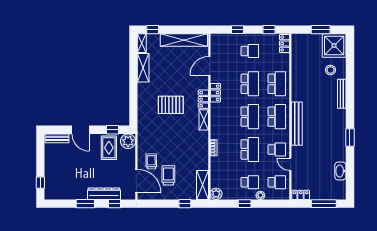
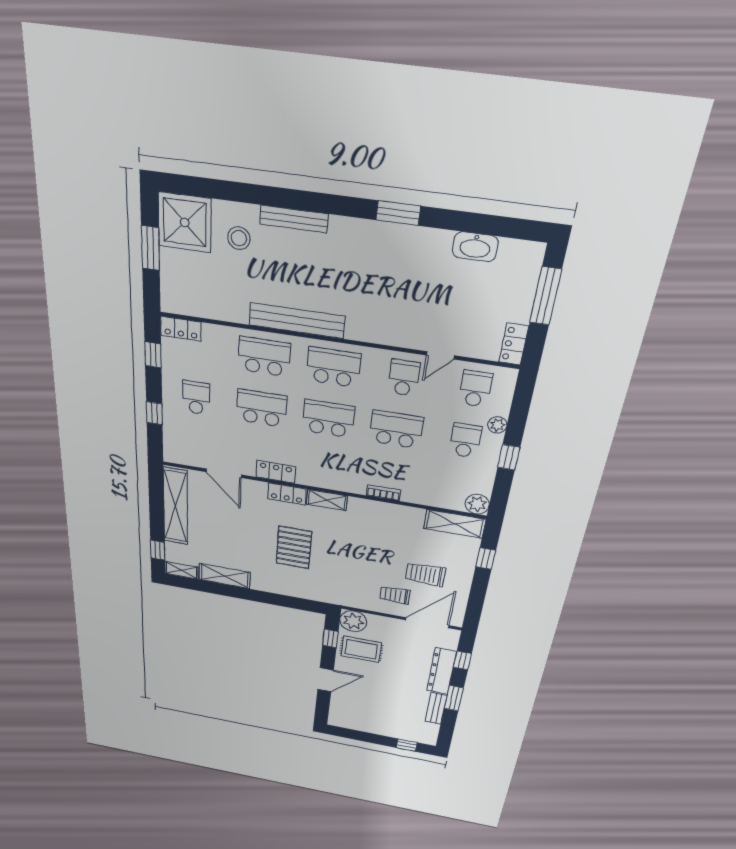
bench: (297, 124) -> (297, 321), moved
bench: (57, 138) -> (436, 708), moved

